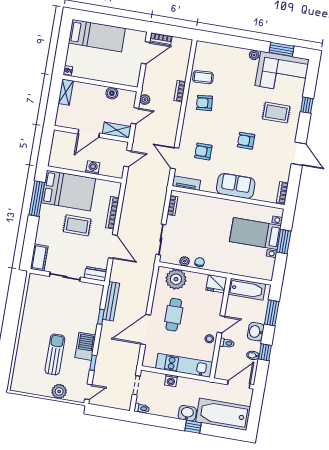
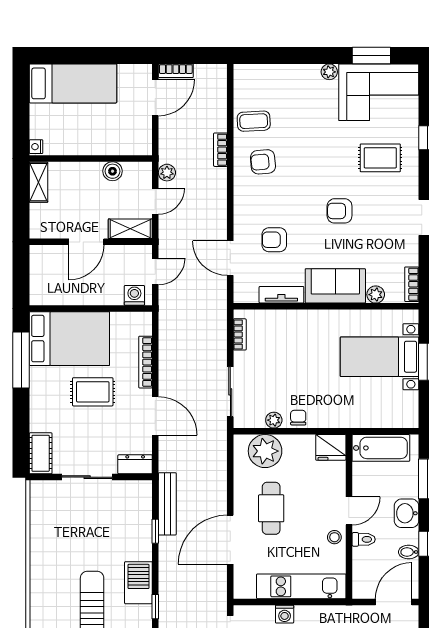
washing machine: (93, 168) -> (134, 295), moved
tv unit: (186, 183) -> (281, 295), moved
plant: (259, 195) -> (376, 295), added

